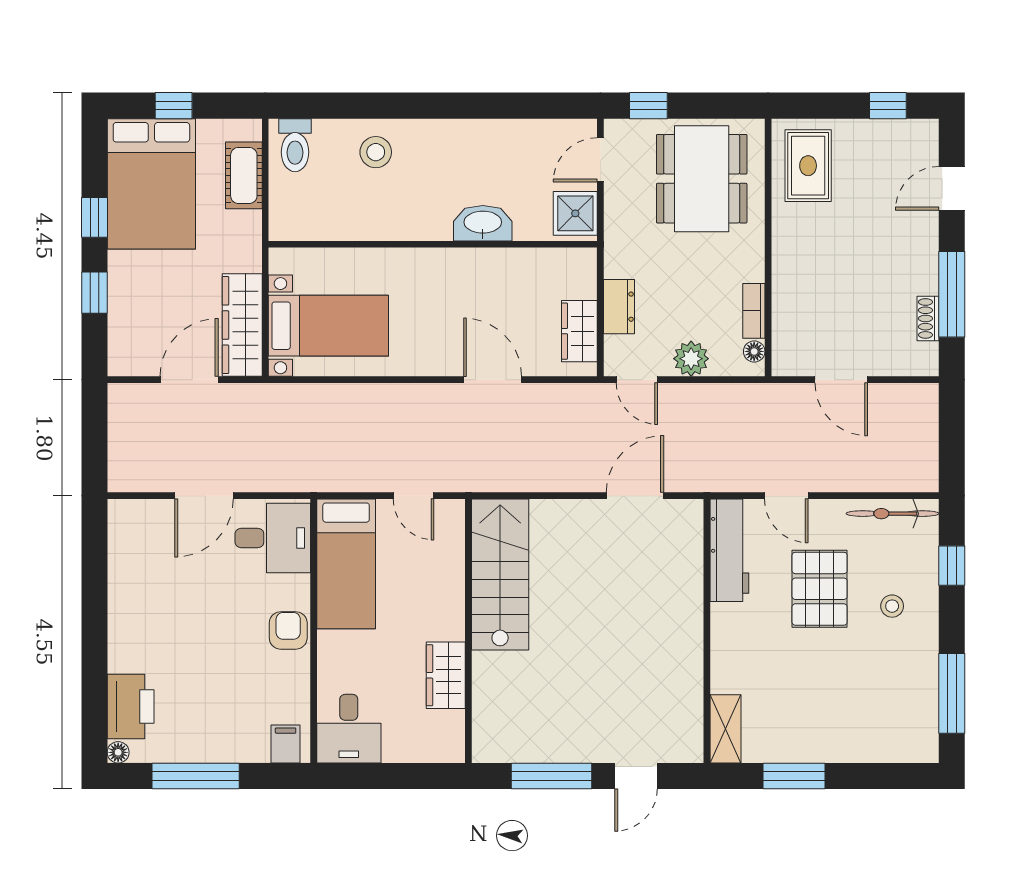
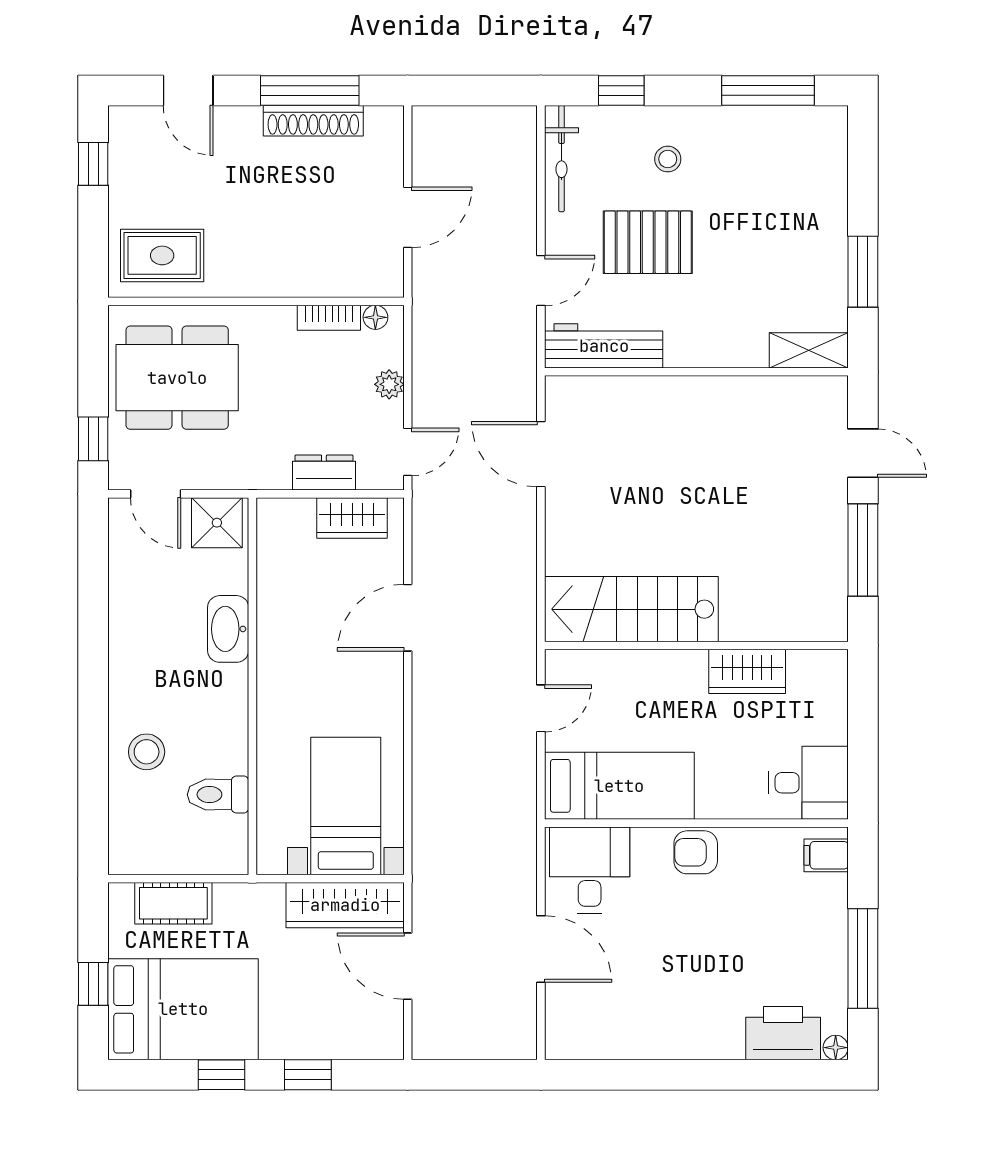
toilet: (295, 145) -> (218, 795), moved, turned 180
shoe rack: (928, 318) -> (313, 121), width x1.94, depth x1.24
plant: (691, 359) -> (389, 384), width x0.73, depth x0.73

